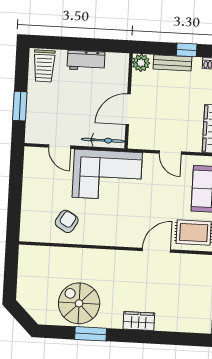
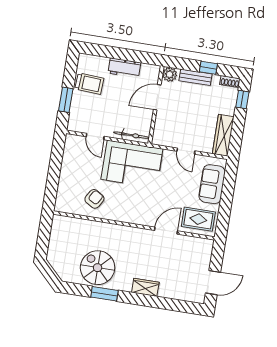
trolley: (44, 66) -> (89, 84), moved, turned -87
door: (128, 109) -> (157, 97), moved

